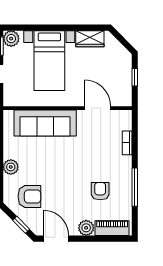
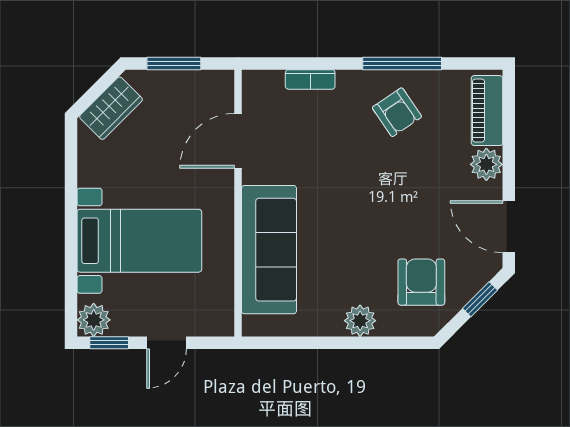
wardrobe: (90, 39) -> (111, 108), moved, turned 45
window: (135, 77) -> (174, 63), width x1.50
armchair: (100, 191) -> (397, 112), moved, turned -124
door: (56, 239) -> (509, 227), hinge flipped

